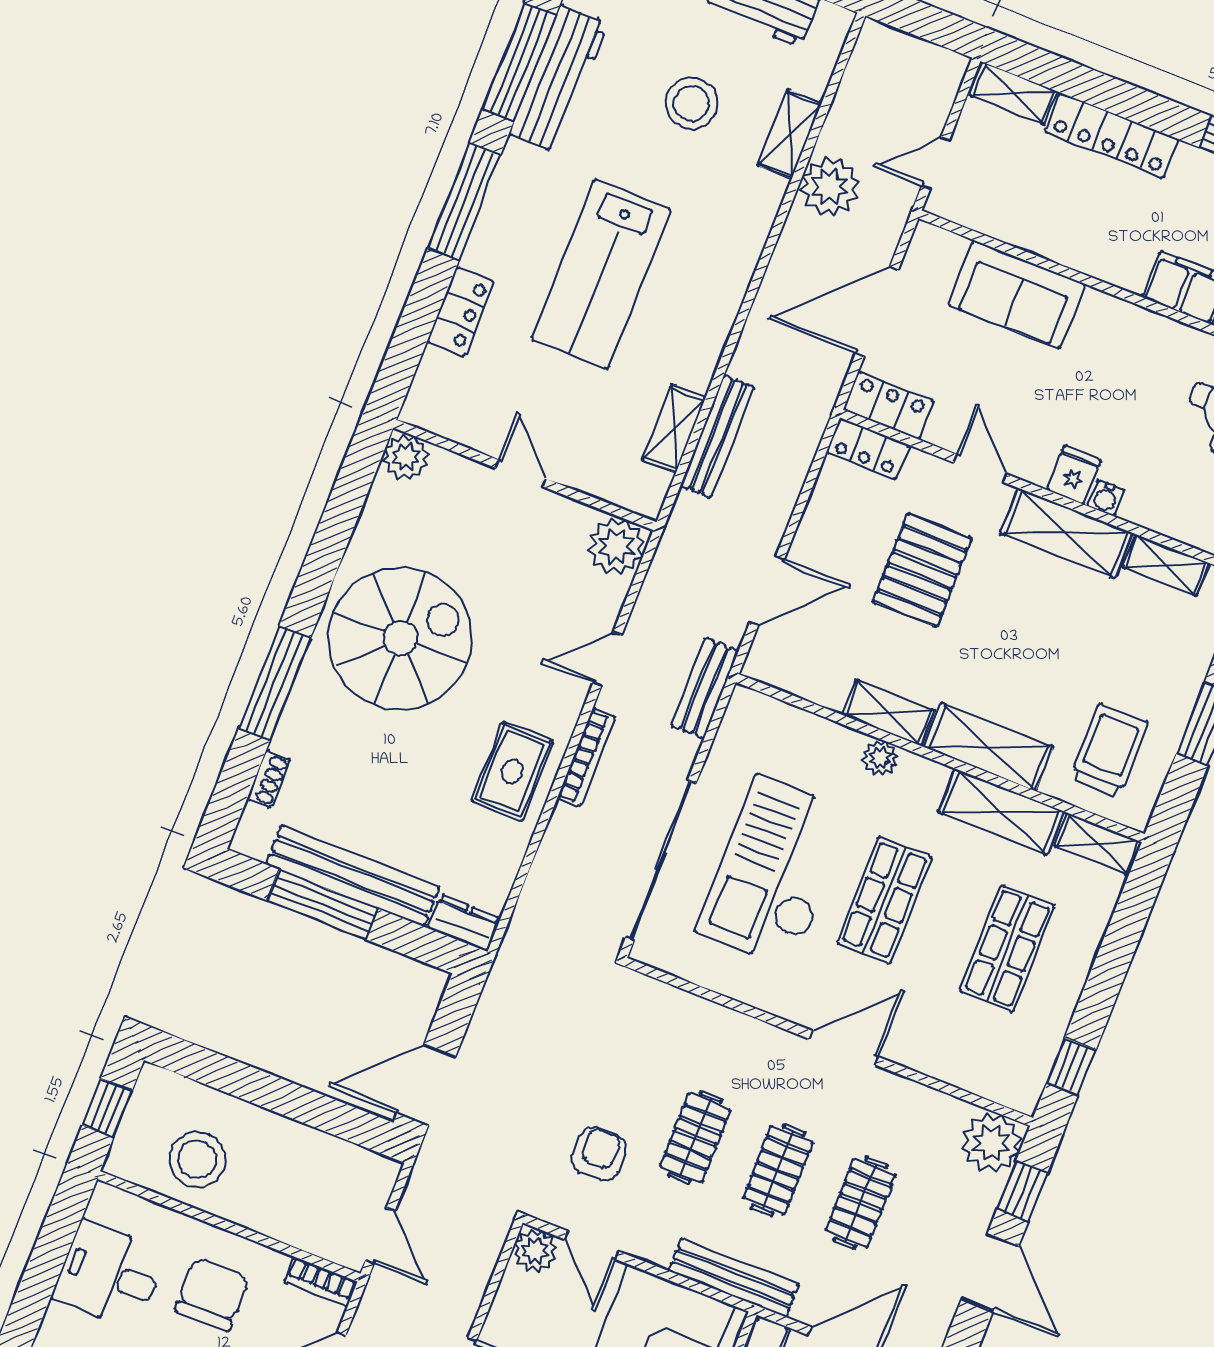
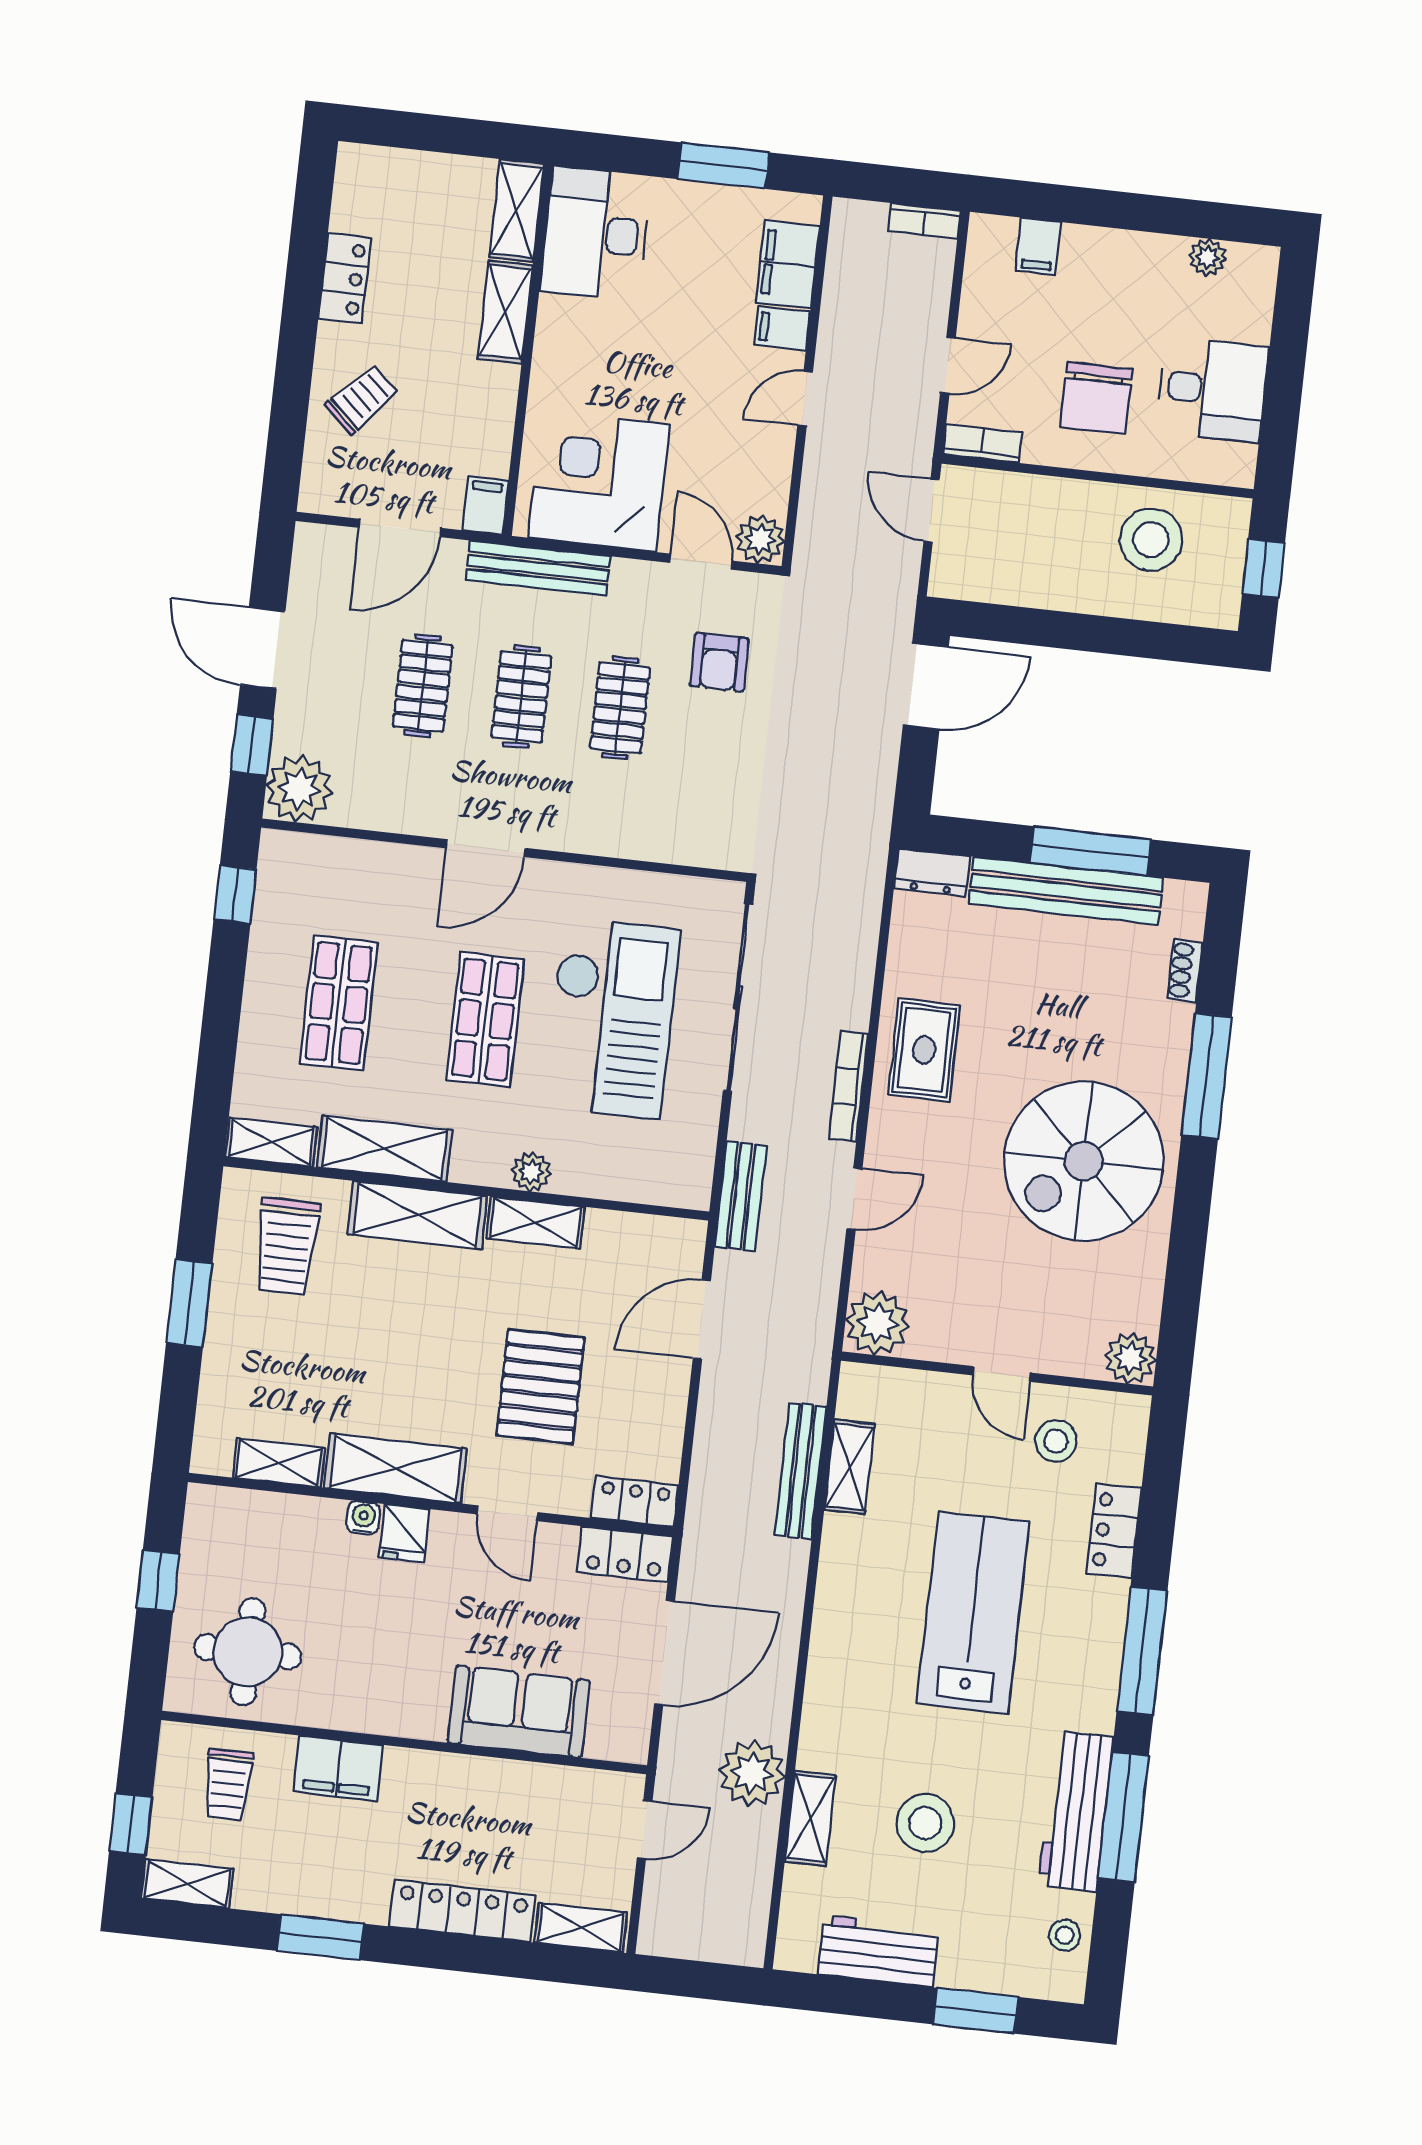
stool: (490, 403) -> (1056, 1441), added

